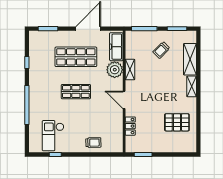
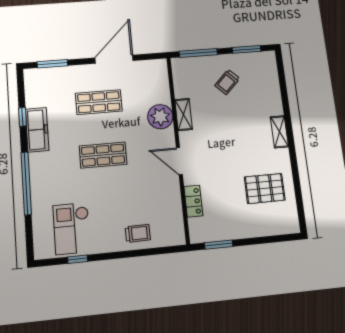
freezer: (116, 47) -> (37, 130), moved, turned 180
shop shelf: (76, 57) -> (99, 102), width x0.70, depth x0.74
shelving: (190, 59) -> (271, 92), removed

